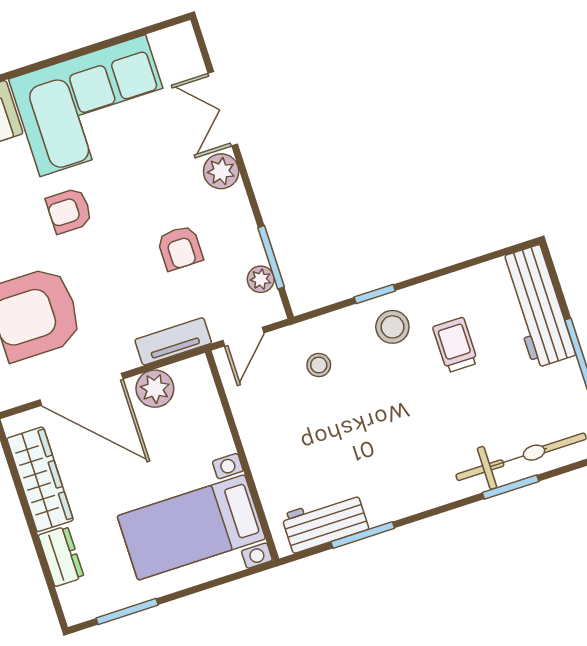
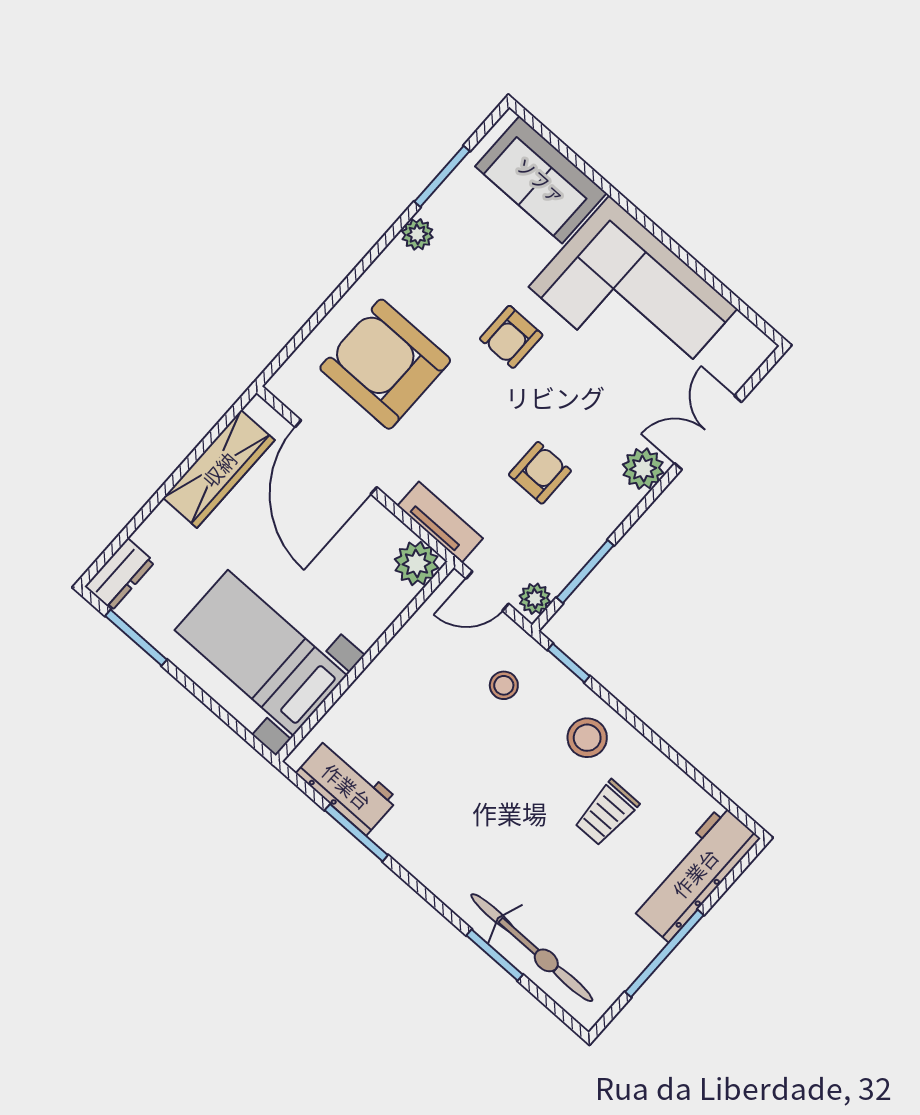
armchair: (69, 211) -> (511, 337), turned -90
armchair: (180, 248) -> (540, 473), turned 180
plant: (261, 279) -> (535, 599), moved
window: (375, 294) -> (569, 663), moved
trolley: (455, 345) -> (607, 813), turned 180
plant: (155, 389) -> (416, 563), moved
dresser: (61, 556) -> (120, 574), moved

